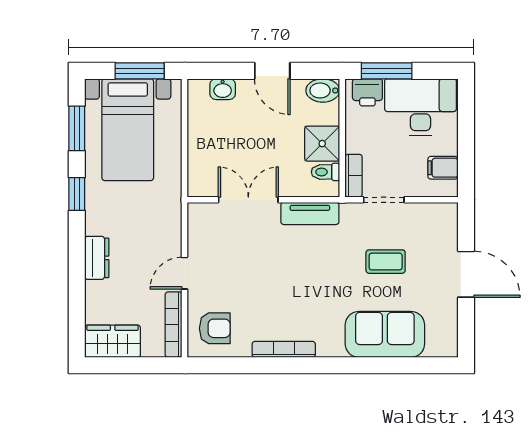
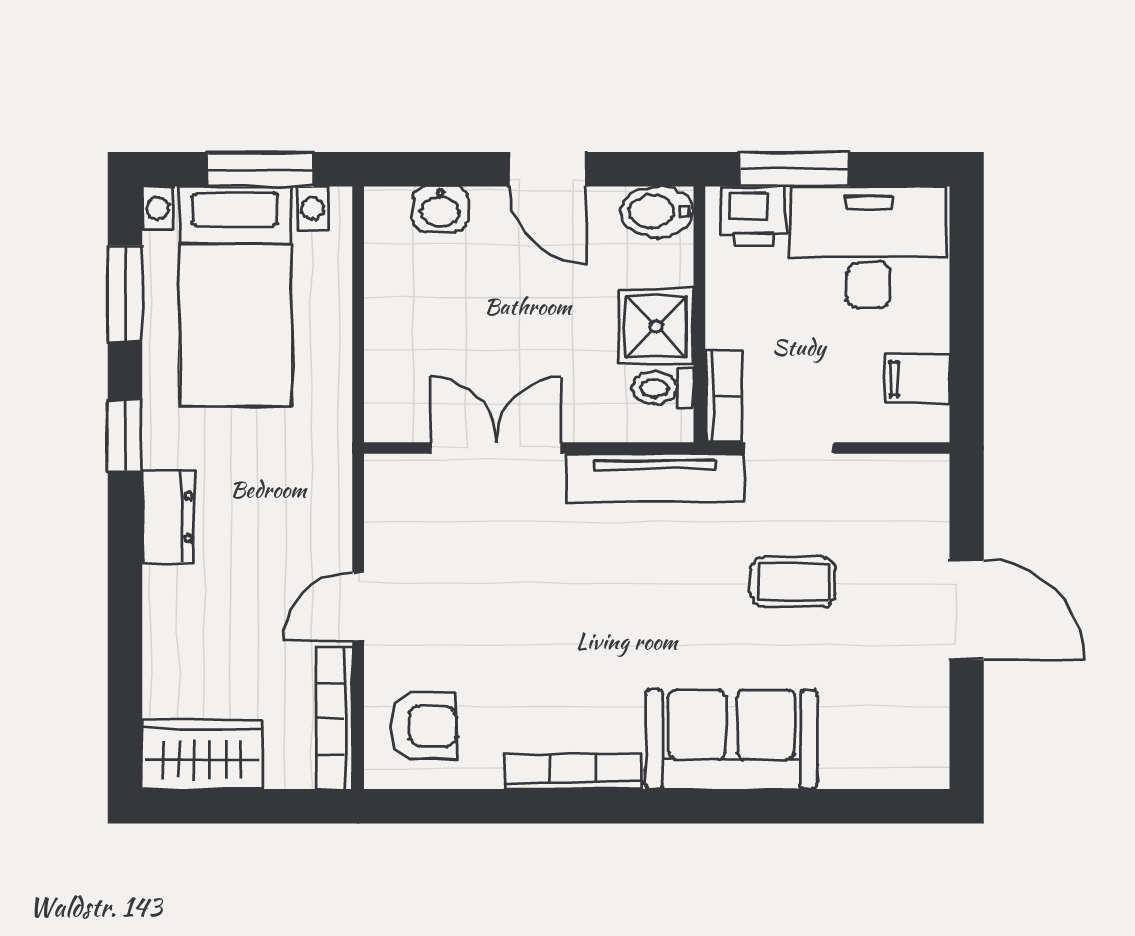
tv unit: (310, 213) -> (655, 478), width x1.41
dresser: (97, 258) -> (168, 517), moved
sofa: (385, 334) -> (731, 739), moved

